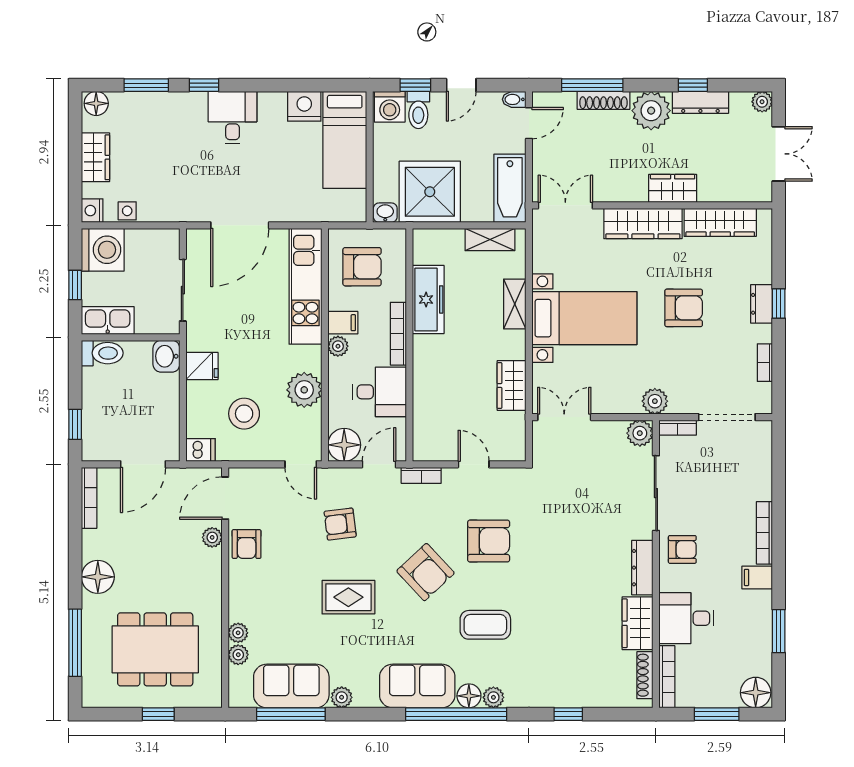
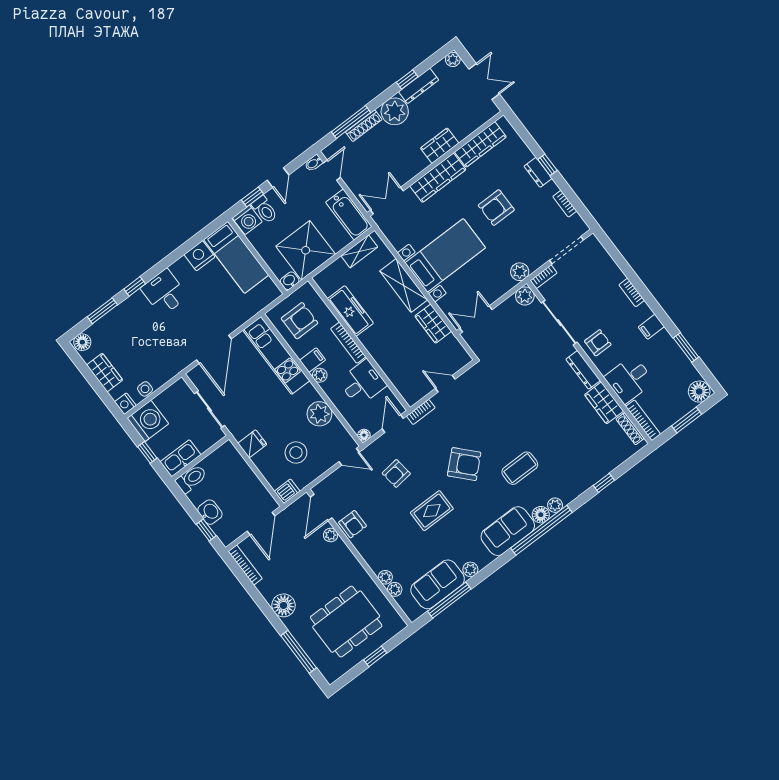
shelving: (515, 304) -> (404, 285), width x1.50, depth x1.33
armchair: (684, 308) -> (496, 208), turned 180
washbasin: (166, 356) -> (210, 512), moved, turned 180
floor lamp: (344, 445) -> (364, 435), width x0.53, depth x0.53
bookcase: (764, 533) -> (632, 292), width x0.64
armchair: (489, 541) -> (486, 420), removed

